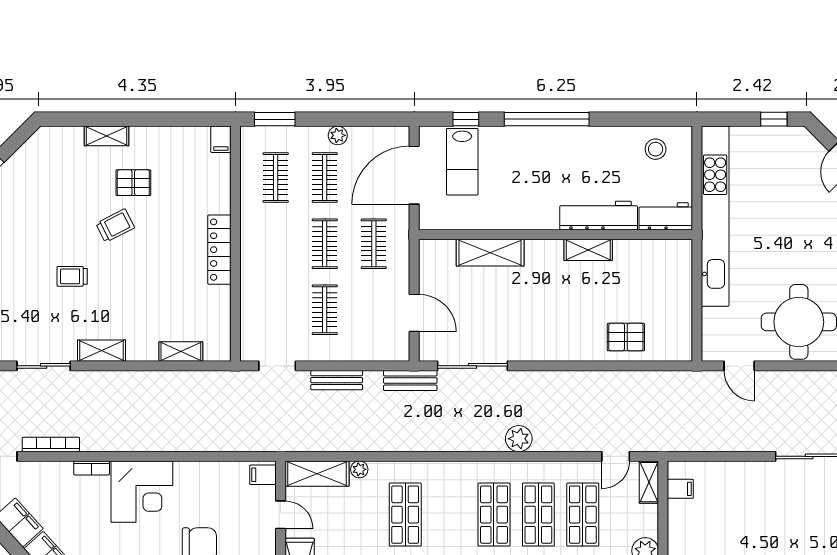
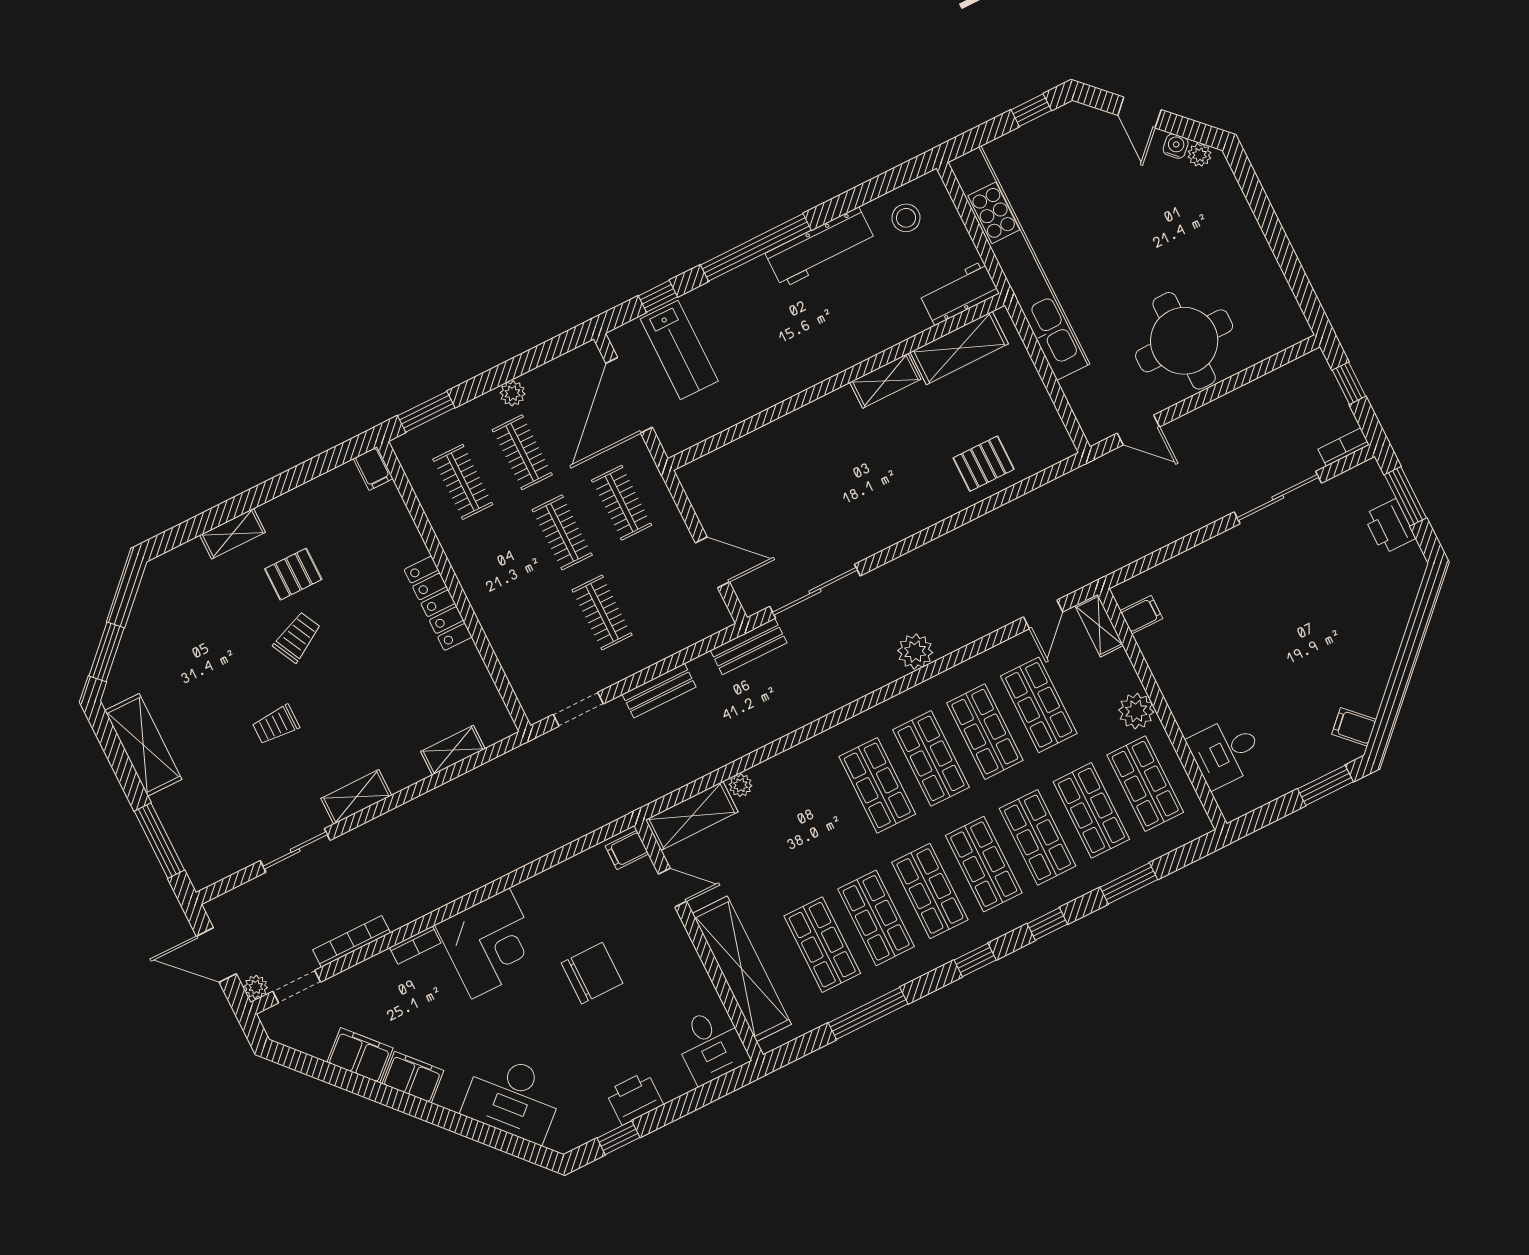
workbench: (599, 216) -> (820, 248), moved, turned 180
shelving: (490, 253) -> (959, 348), moved
shop shelf: (405, 515) -> (877, 785), moved

